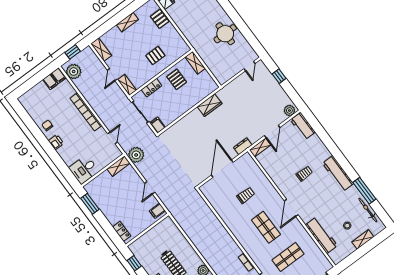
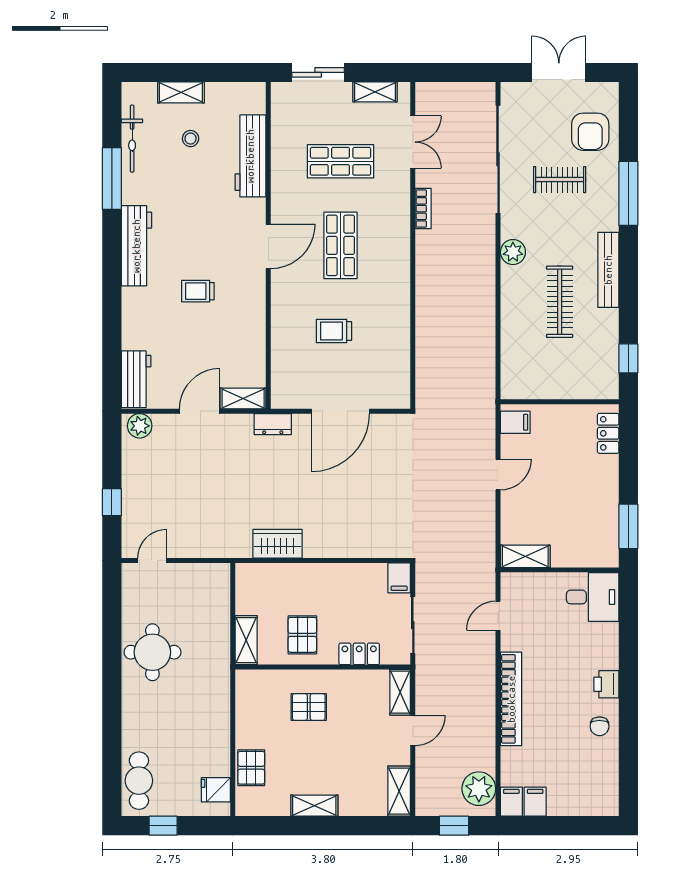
plant: (136, 155) -> (478, 553), removed

